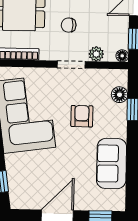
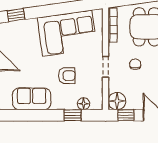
plant: (96, 54) -> (114, 86), removed
floor lamp: (122, 56) -> (117, 101), width x1.89, depth x1.89

